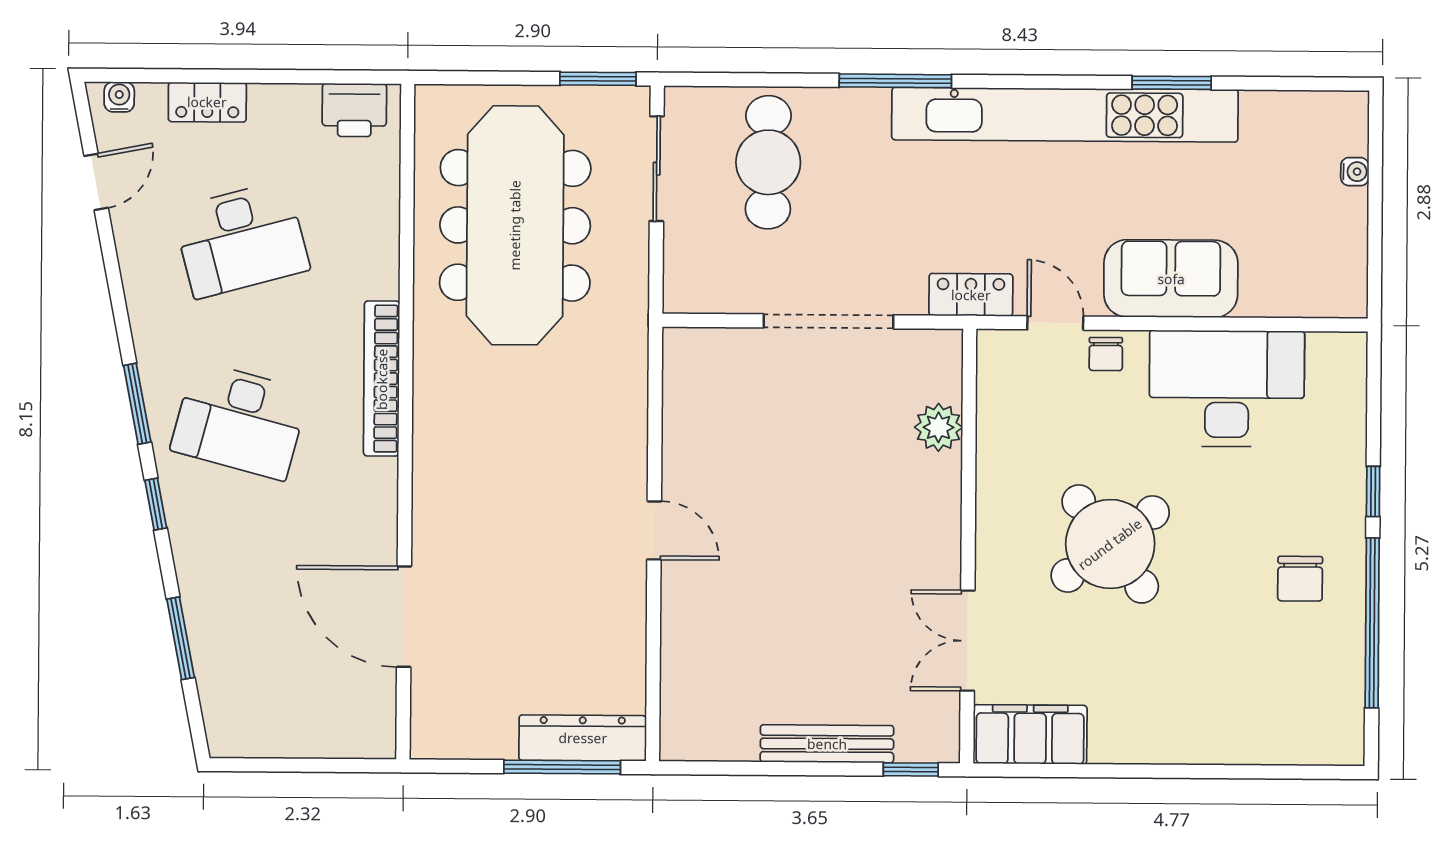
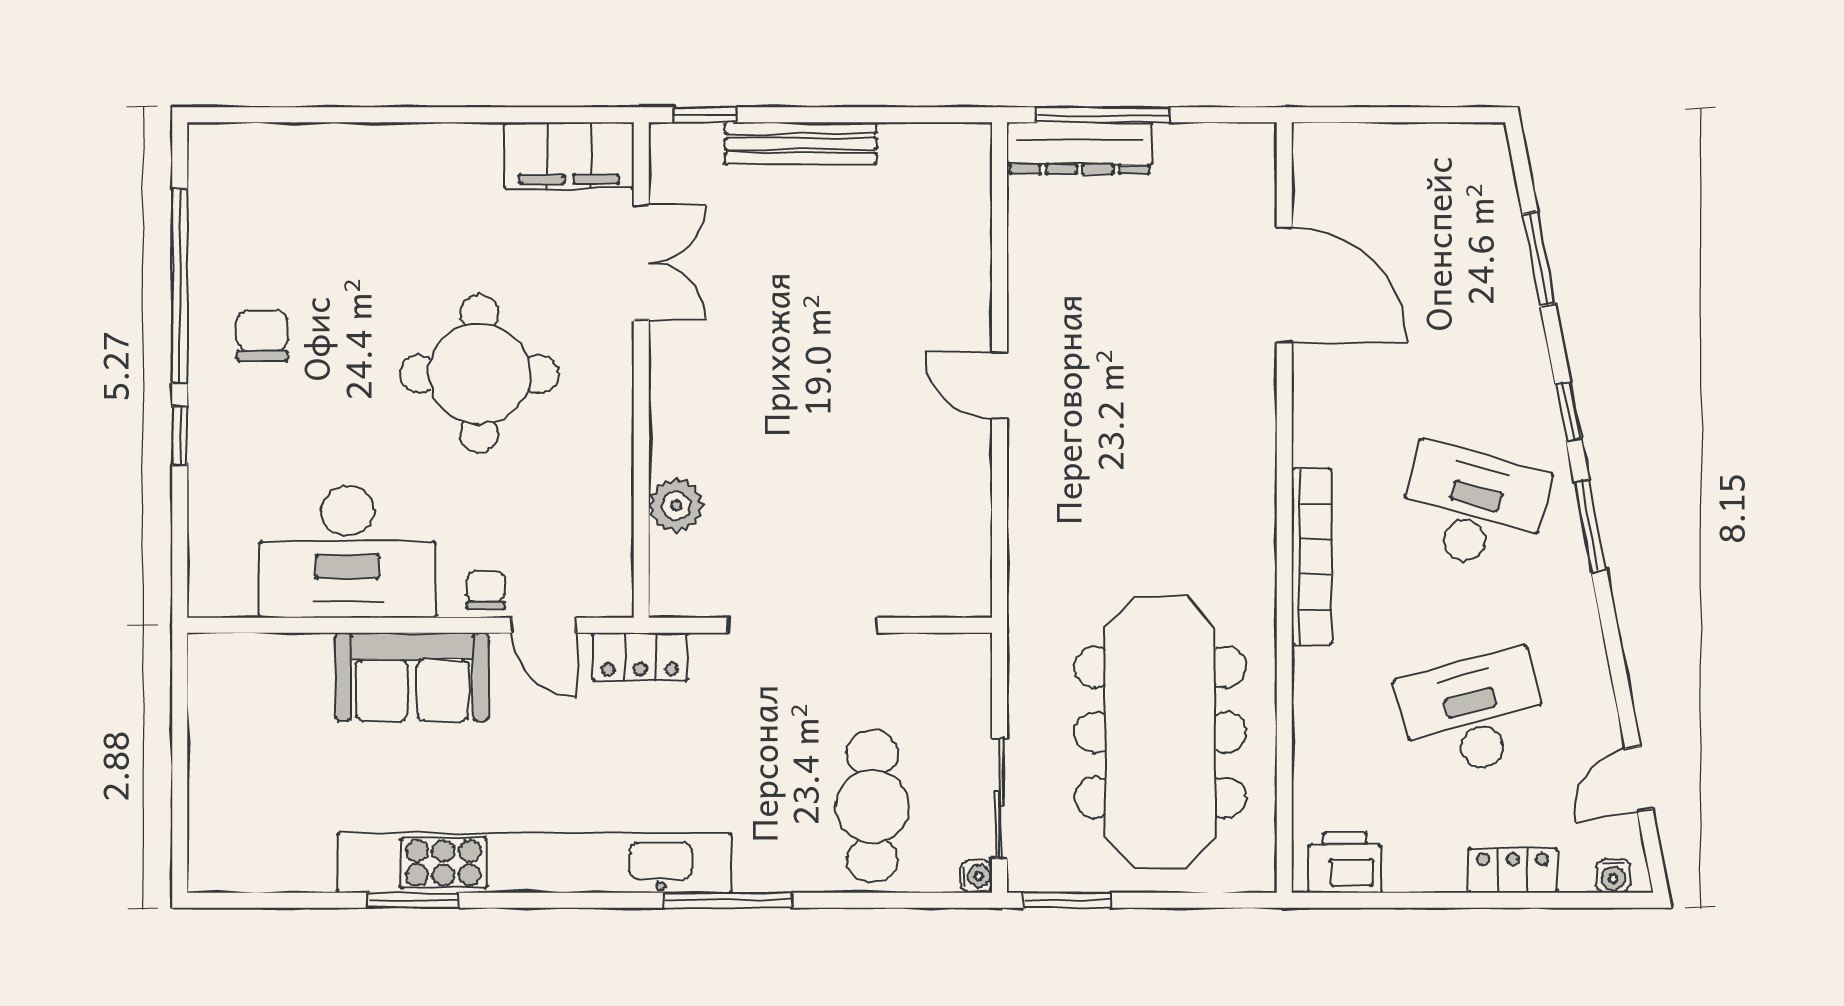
water cooler: (1355, 172) -> (976, 876), moved, turned 180
round table: (1110, 544) -> (479, 374), turned 37

